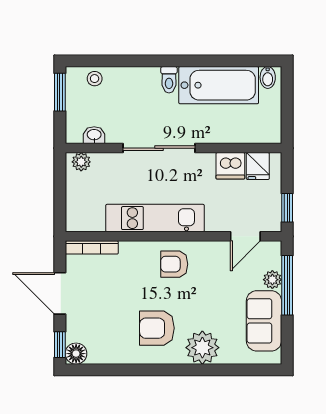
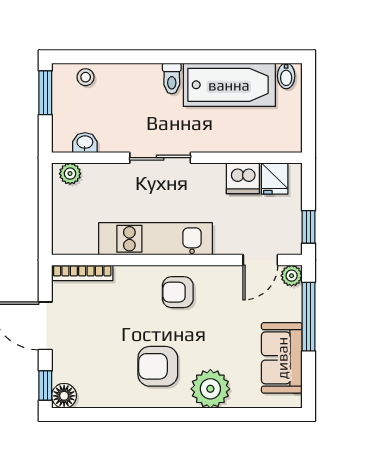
sliding door: (159, 148) -> (160, 158), width x0.73
plant: (272, 280) -> (292, 276), moved

